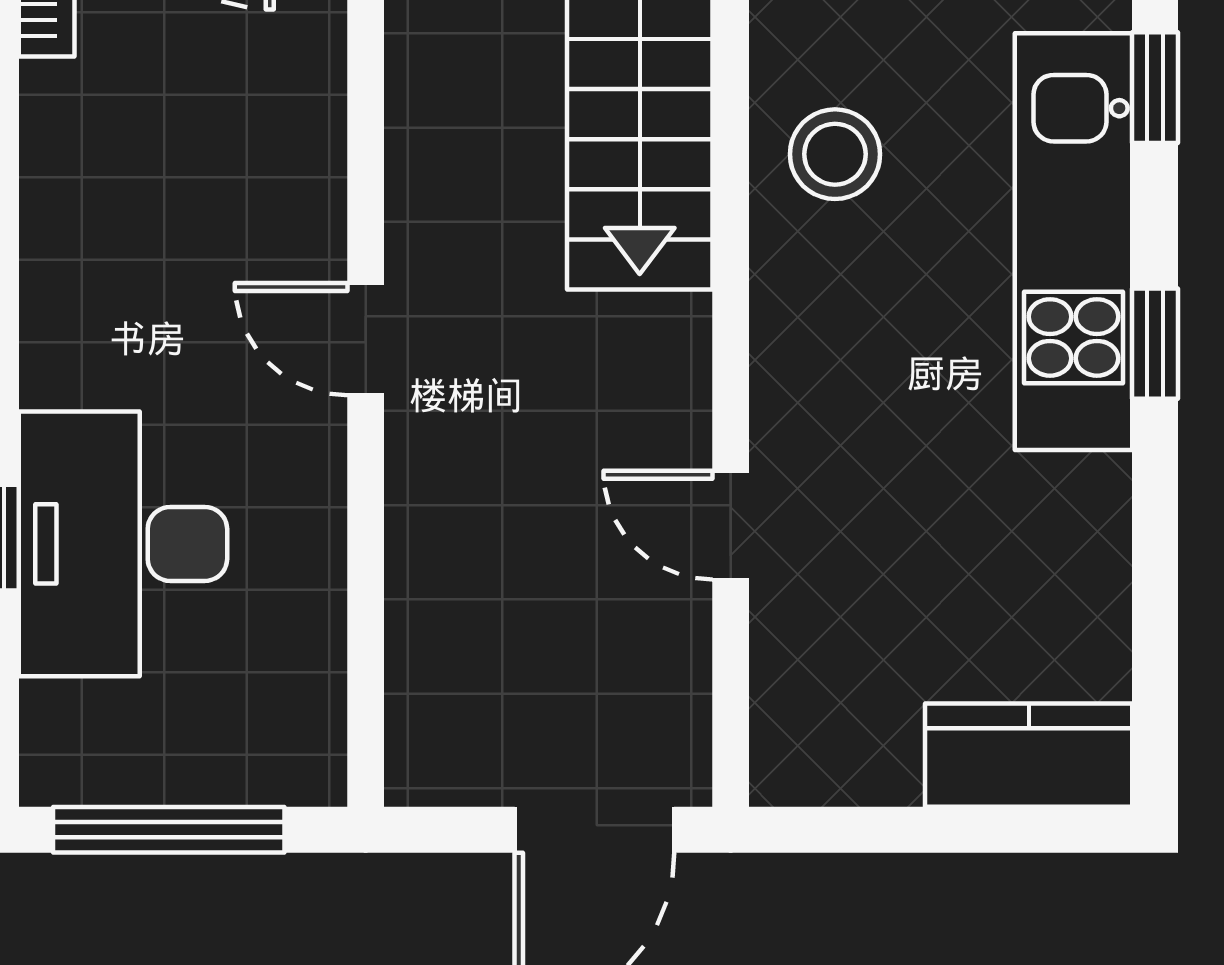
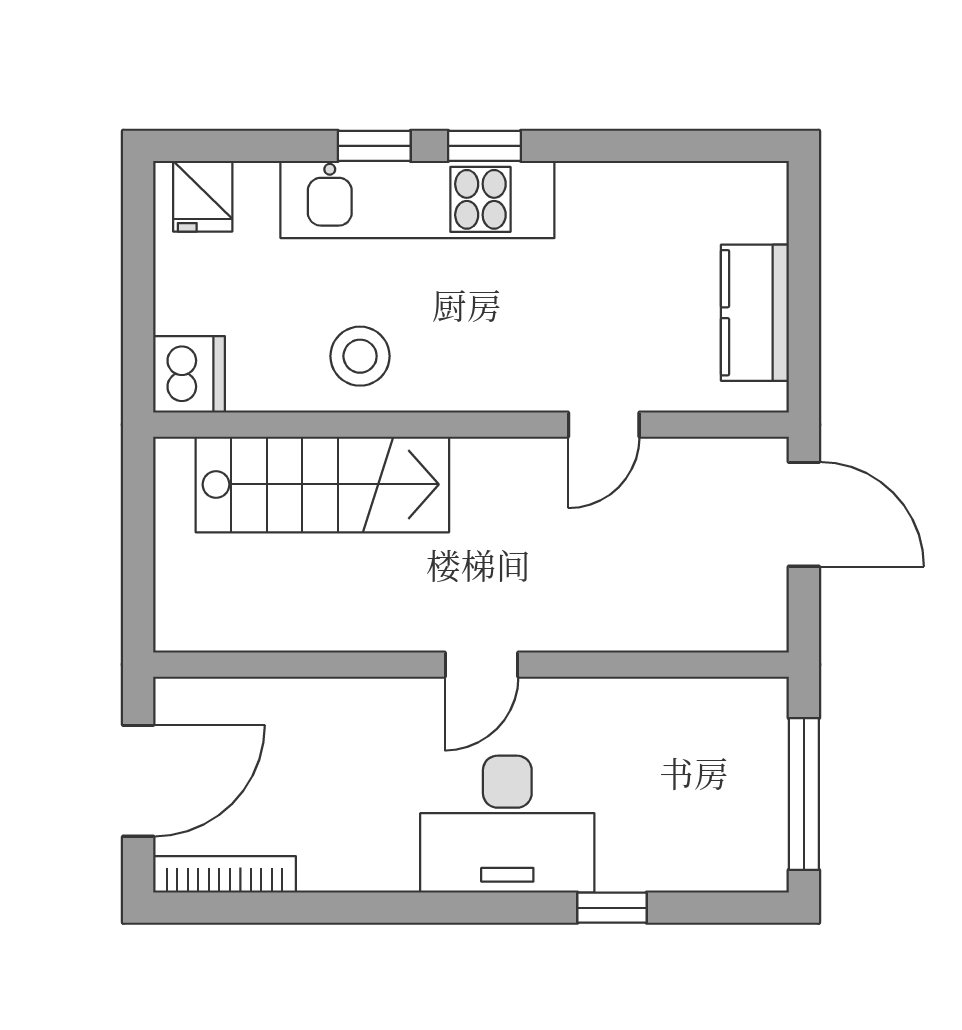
window: (1155, 88) -> (374, 146), moved
desk: (123, 544) -> (507, 824), moved
kitchen counter: (1029, 755) -> (755, 313), moved

